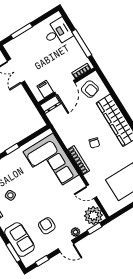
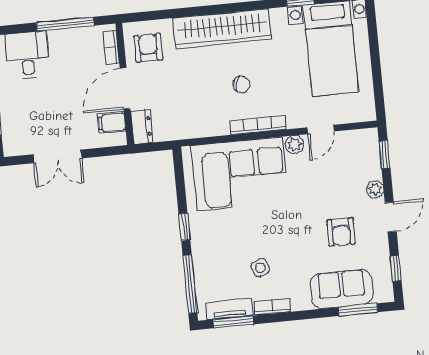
door: (65, 88) -> (125, 88), swing flipped
armchair: (90, 89) -> (148, 48), turned -73
plant: (93, 216) -> (294, 144), moved, width x0.53, depth x0.53
armchair: (47, 226) -> (341, 232), turned -90

